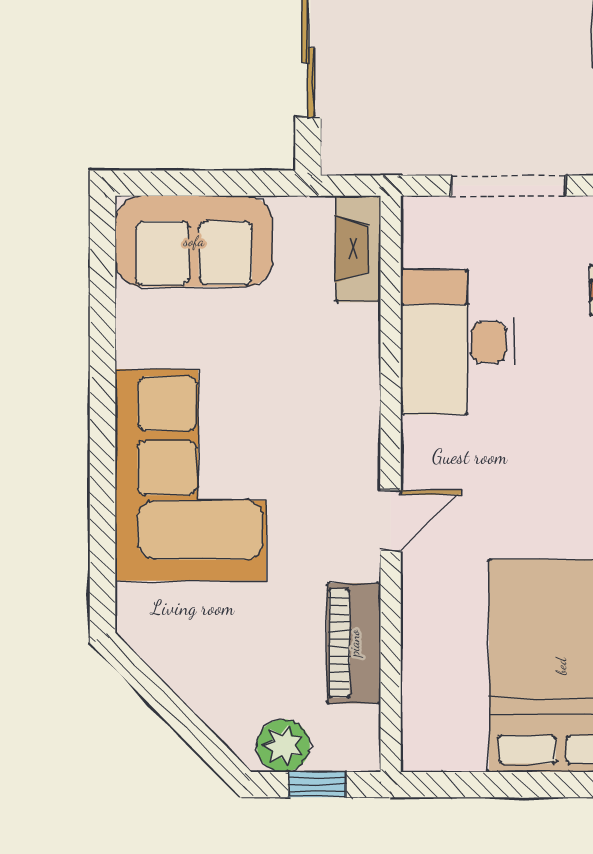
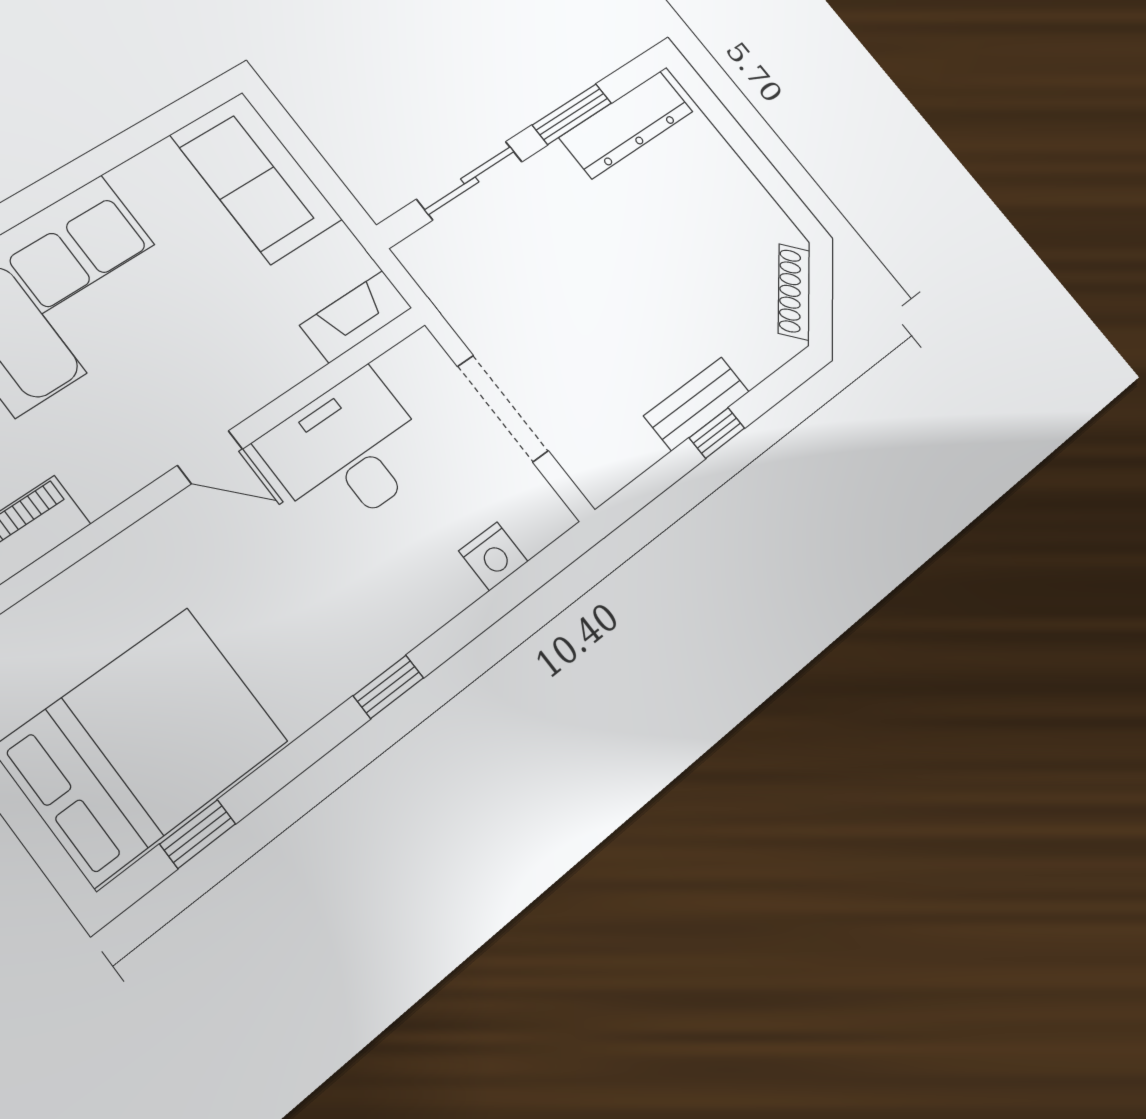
door: (391, 520) -> (210, 457), moved

